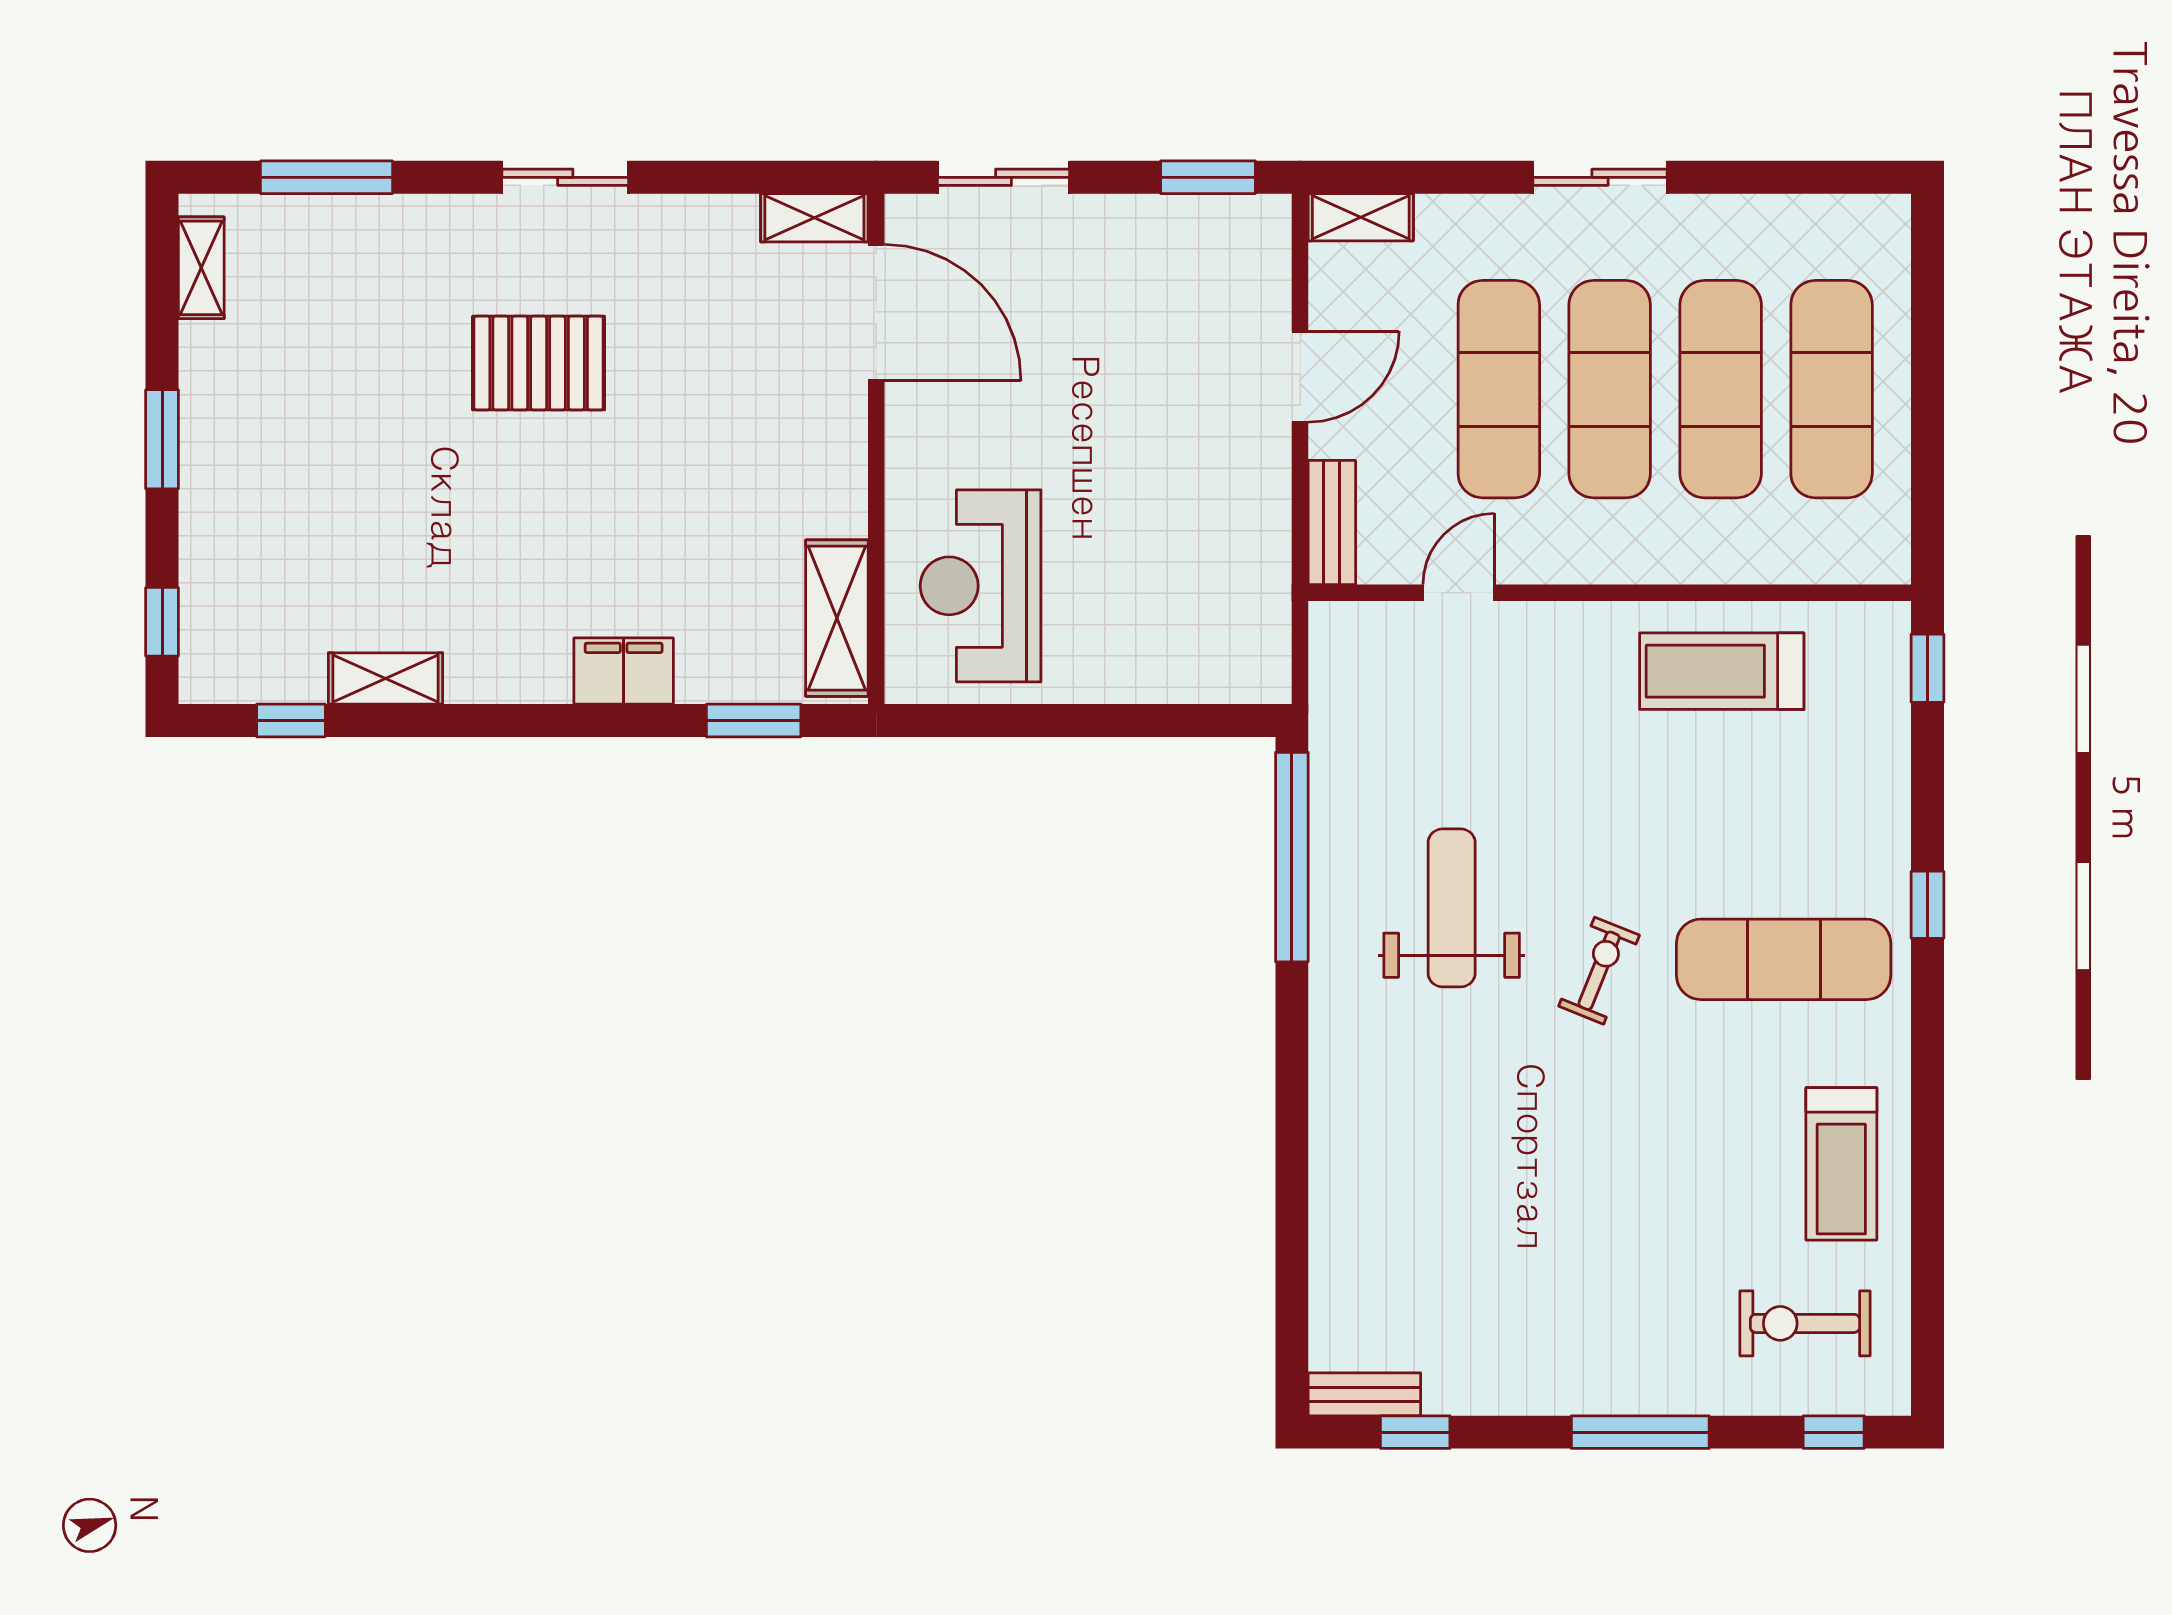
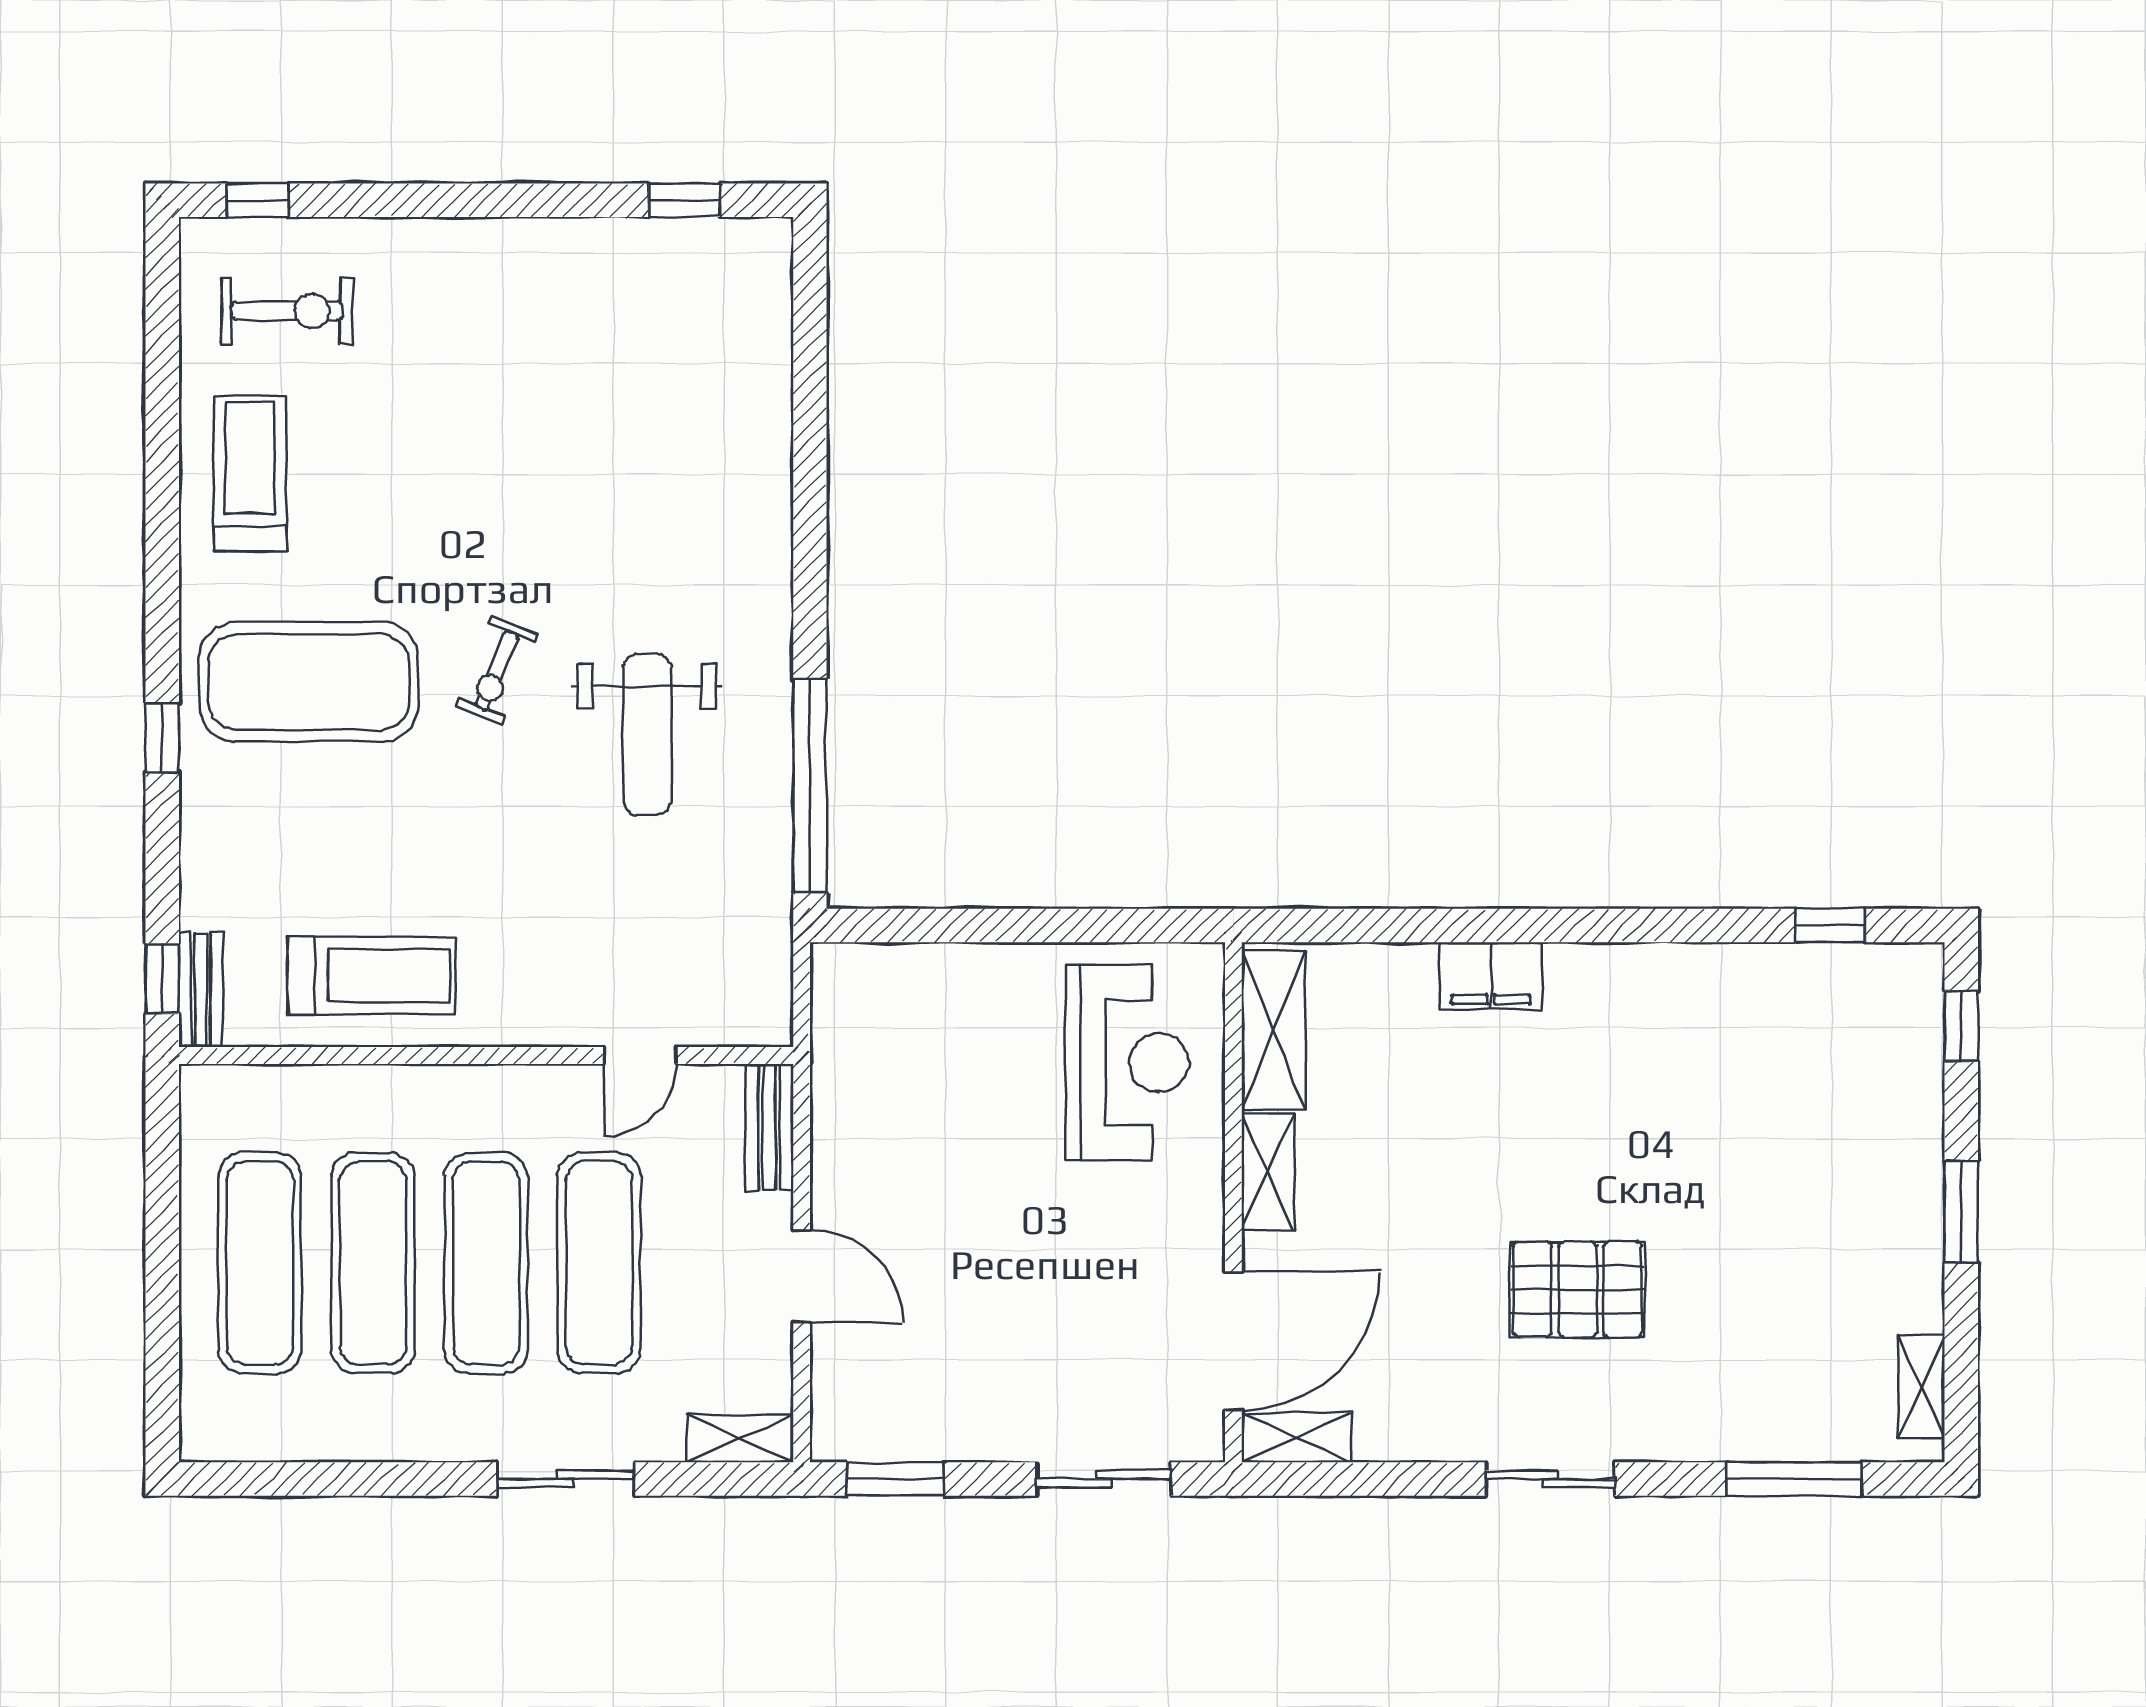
sliding door: (1600, 177) -> (565, 1479), moved
door: (876, 313) -> (1233, 1341), swing flipped
door: (1300, 377) -> (802, 1276), swing flipped
shelving: (386, 678) -> (1268, 1172), moved, turned 90
window: (754, 720) -> (1358, 925), removed
exercise mat: (1784, 959) -> (309, 682), width x1.47
bench: (1364, 1394) -> (201, 990), moved, turned 90
window: (1640, 1432) -> (455, 200), removed

